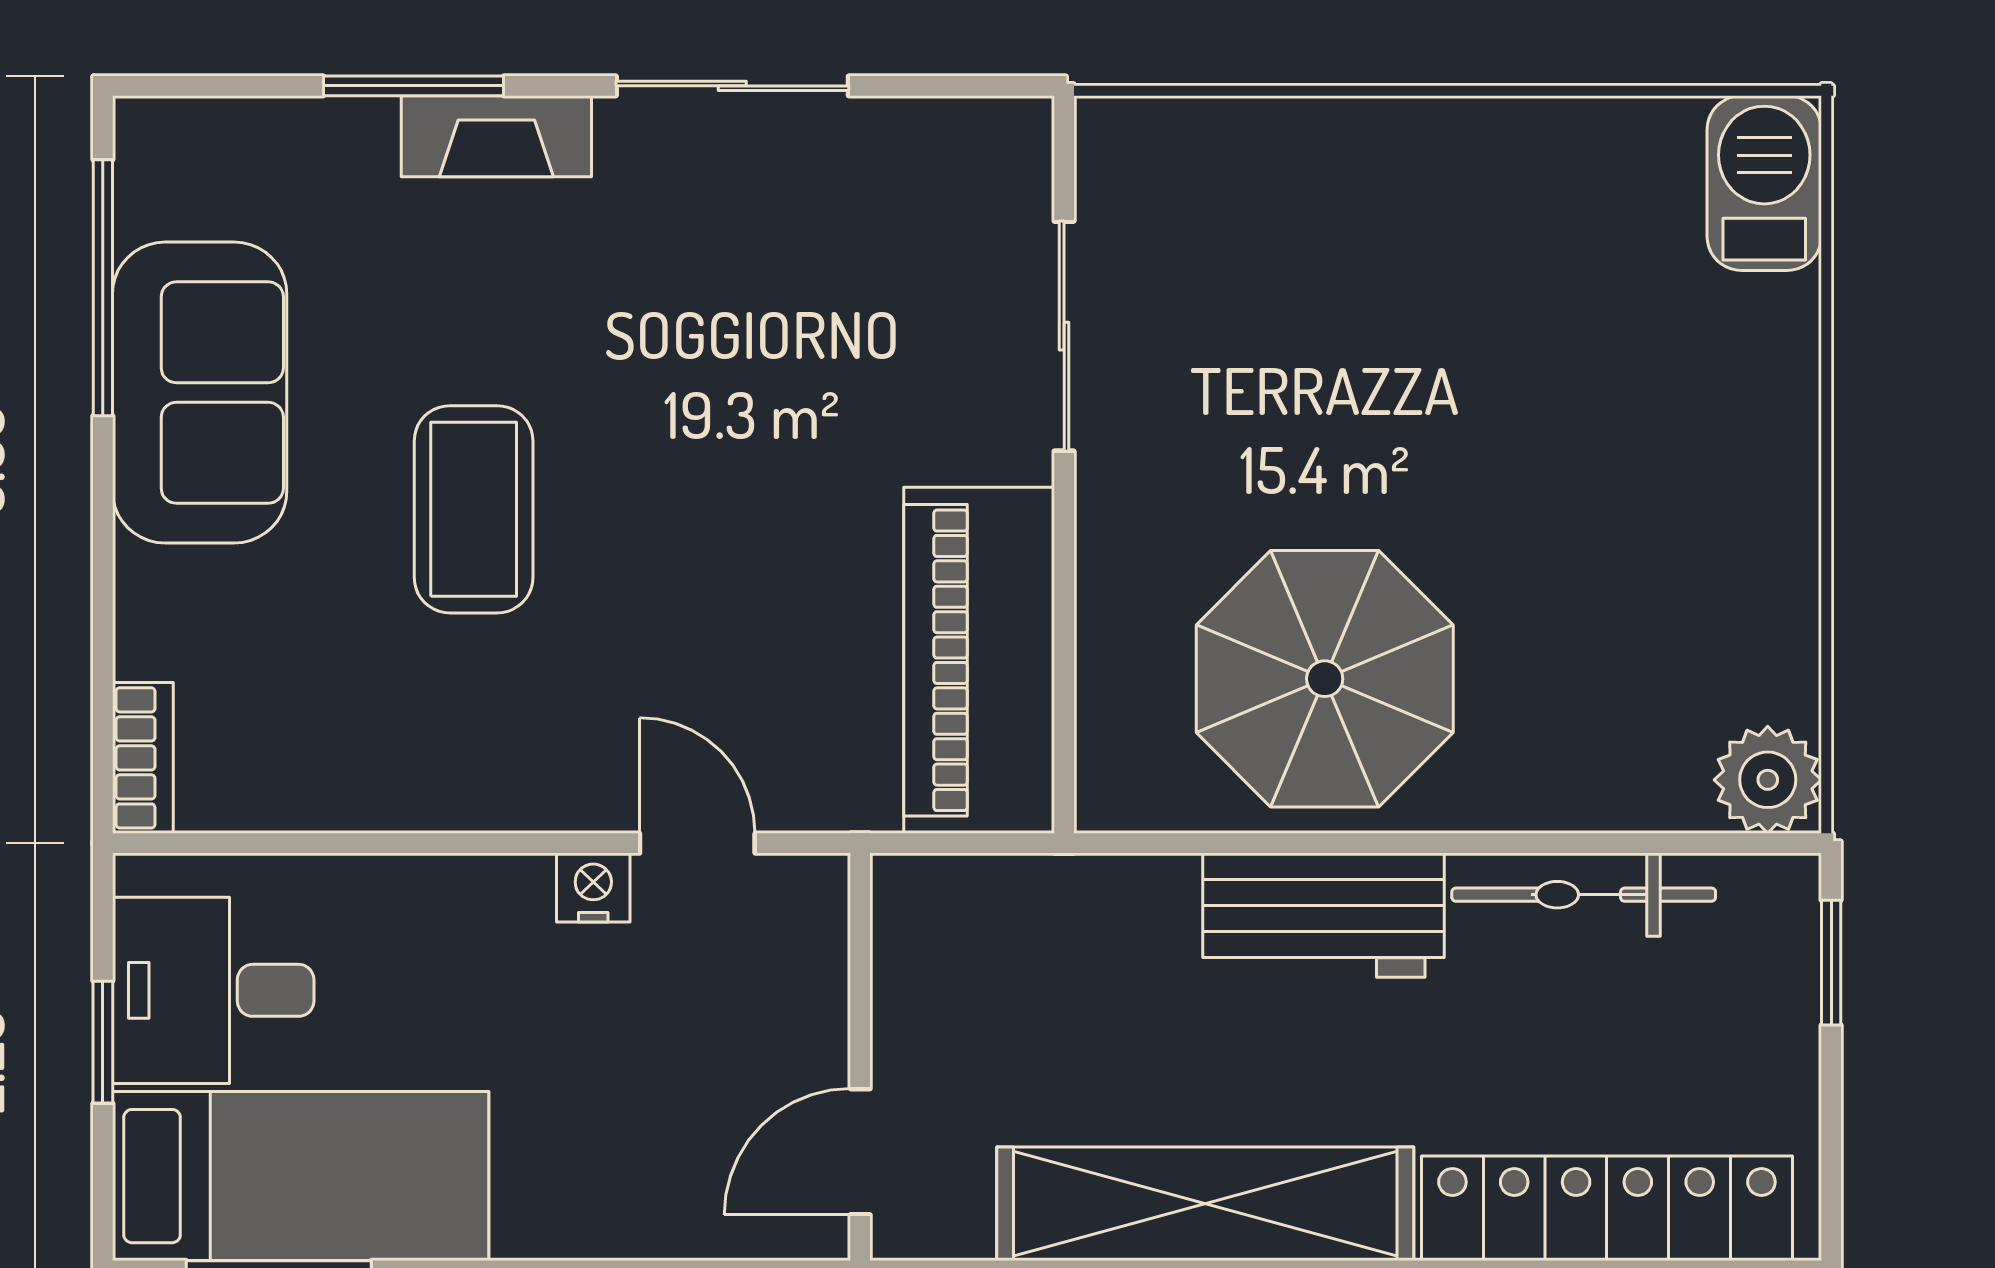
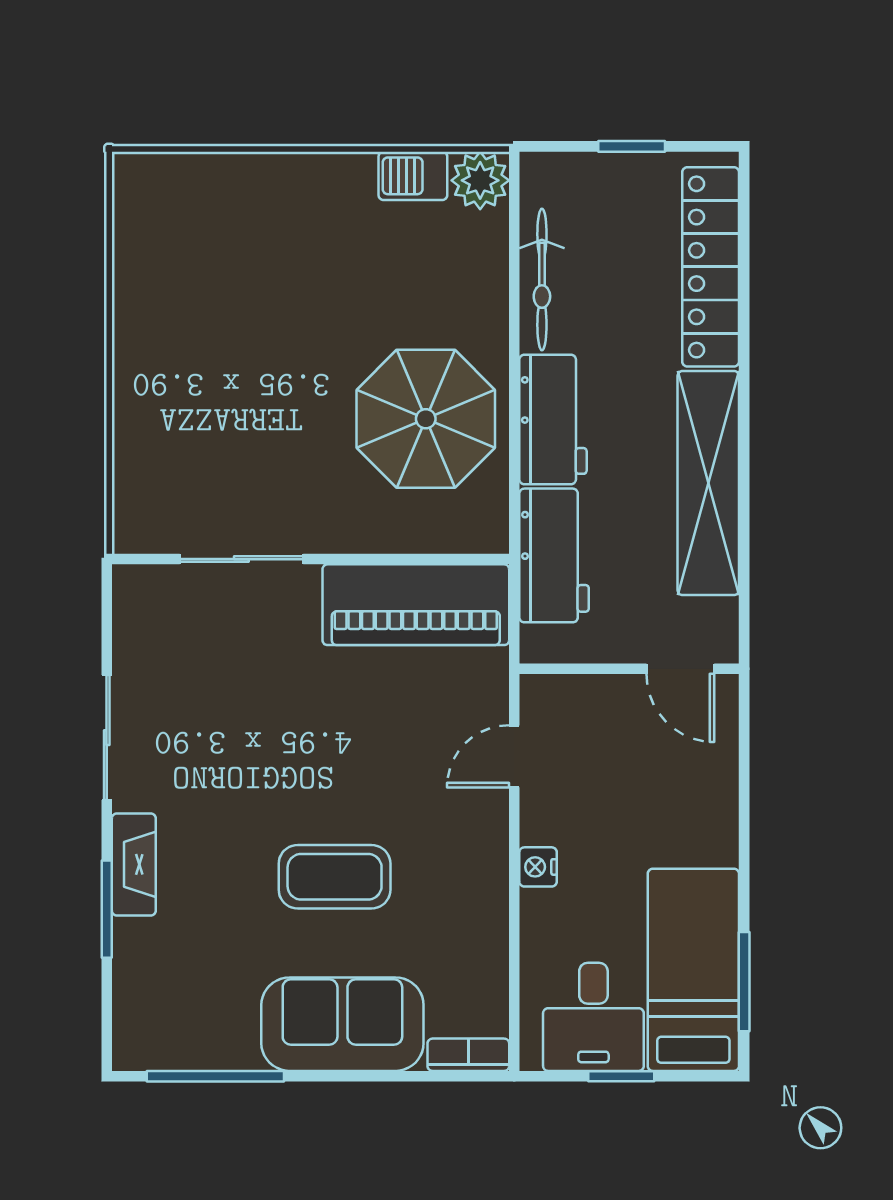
barbecue: (1764, 183) -> (413, 176), moved, width x0.73, depth x0.79
sofa: (200, 393) -> (342, 1024), moved
nightstand: (593, 887) -> (538, 867), moved
workbench: (1071, 917) -> (554, 555), added
window: (1831, 963) -> (632, 146), moved

